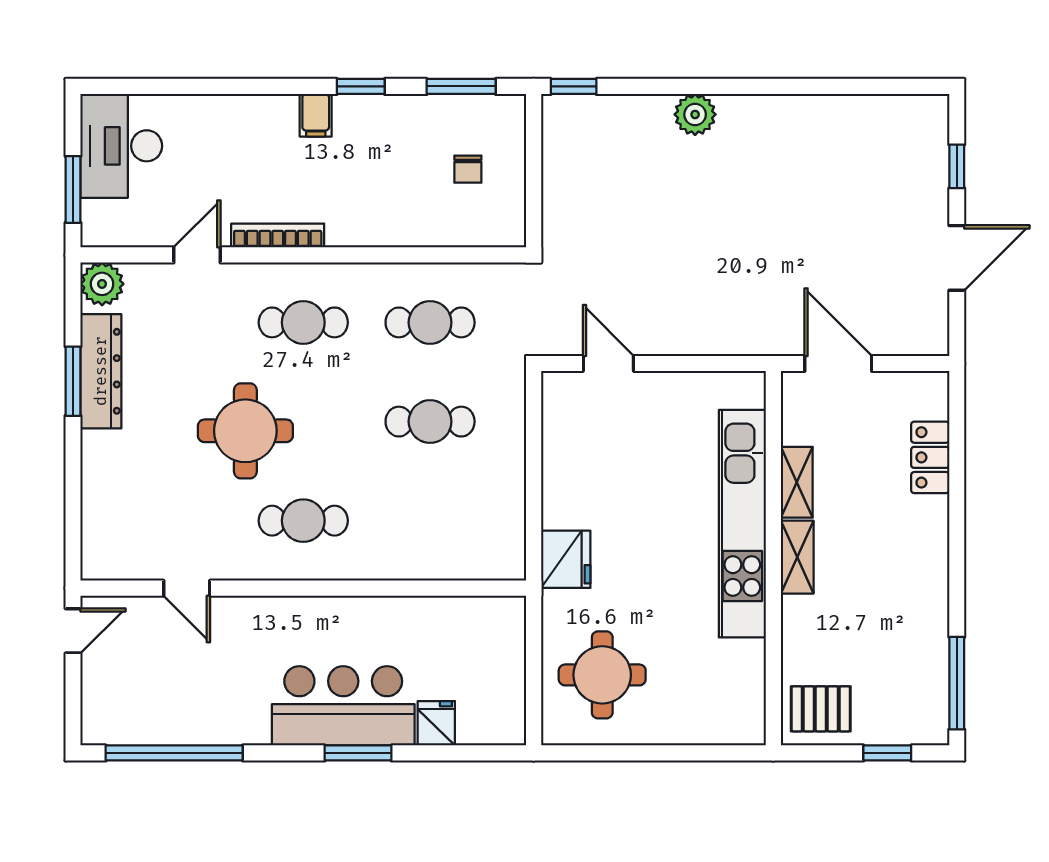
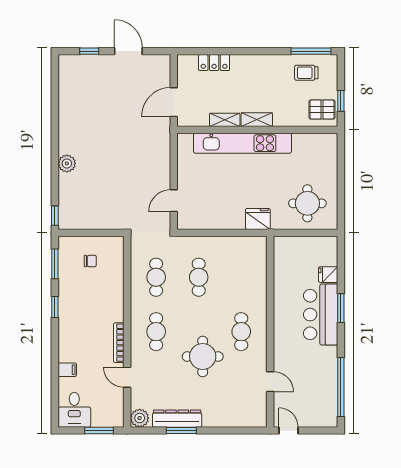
filing cabinet: (316, 115) -> (67, 370), moved
desk: (121, 146) -> (74, 410), width x0.73
door: (187, 588) -> (270, 382), hinge flipped
trolley: (906, 672) -> (306, 73), added
pallet: (821, 709) -> (322, 110), turned 90
window: (887, 753) -> (341, 101), moved

